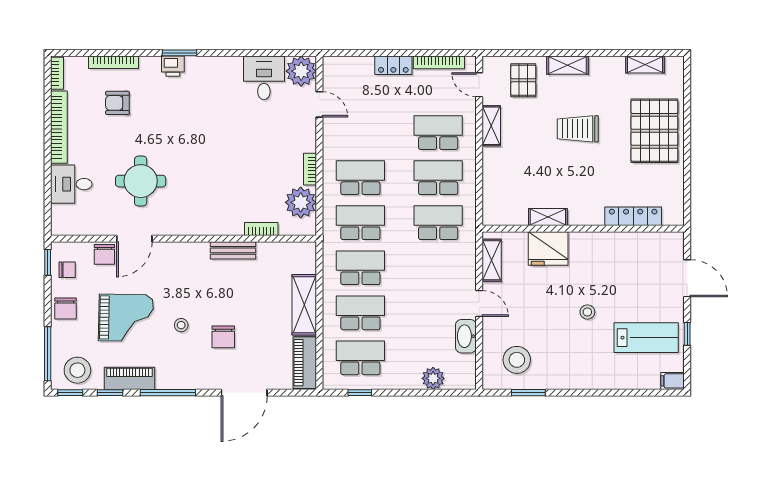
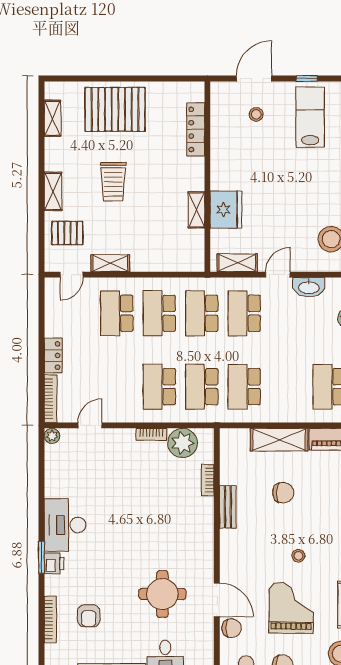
bookcase: (439, 62) -> (50, 399), moved
plant: (301, 71) -> (52, 436), width x0.53, depth x0.53
desk: (264, 78) -> (65, 525), moved, width x1.37
stool: (587, 312) -> (256, 114), moved
school desk: (360, 313) -> (244, 313), moved
chair: (223, 337) -> (283, 493), moved

